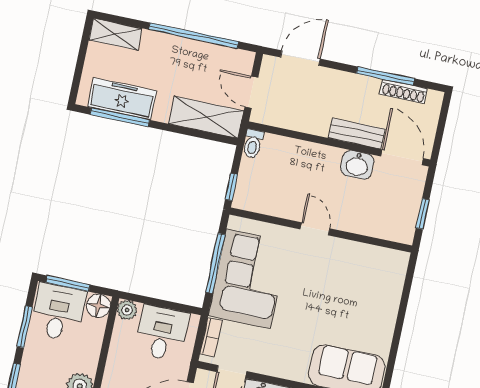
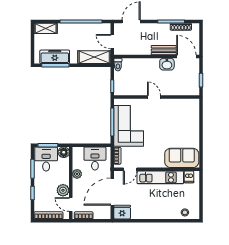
plant: (127, 310) -> (77, 174), moved

